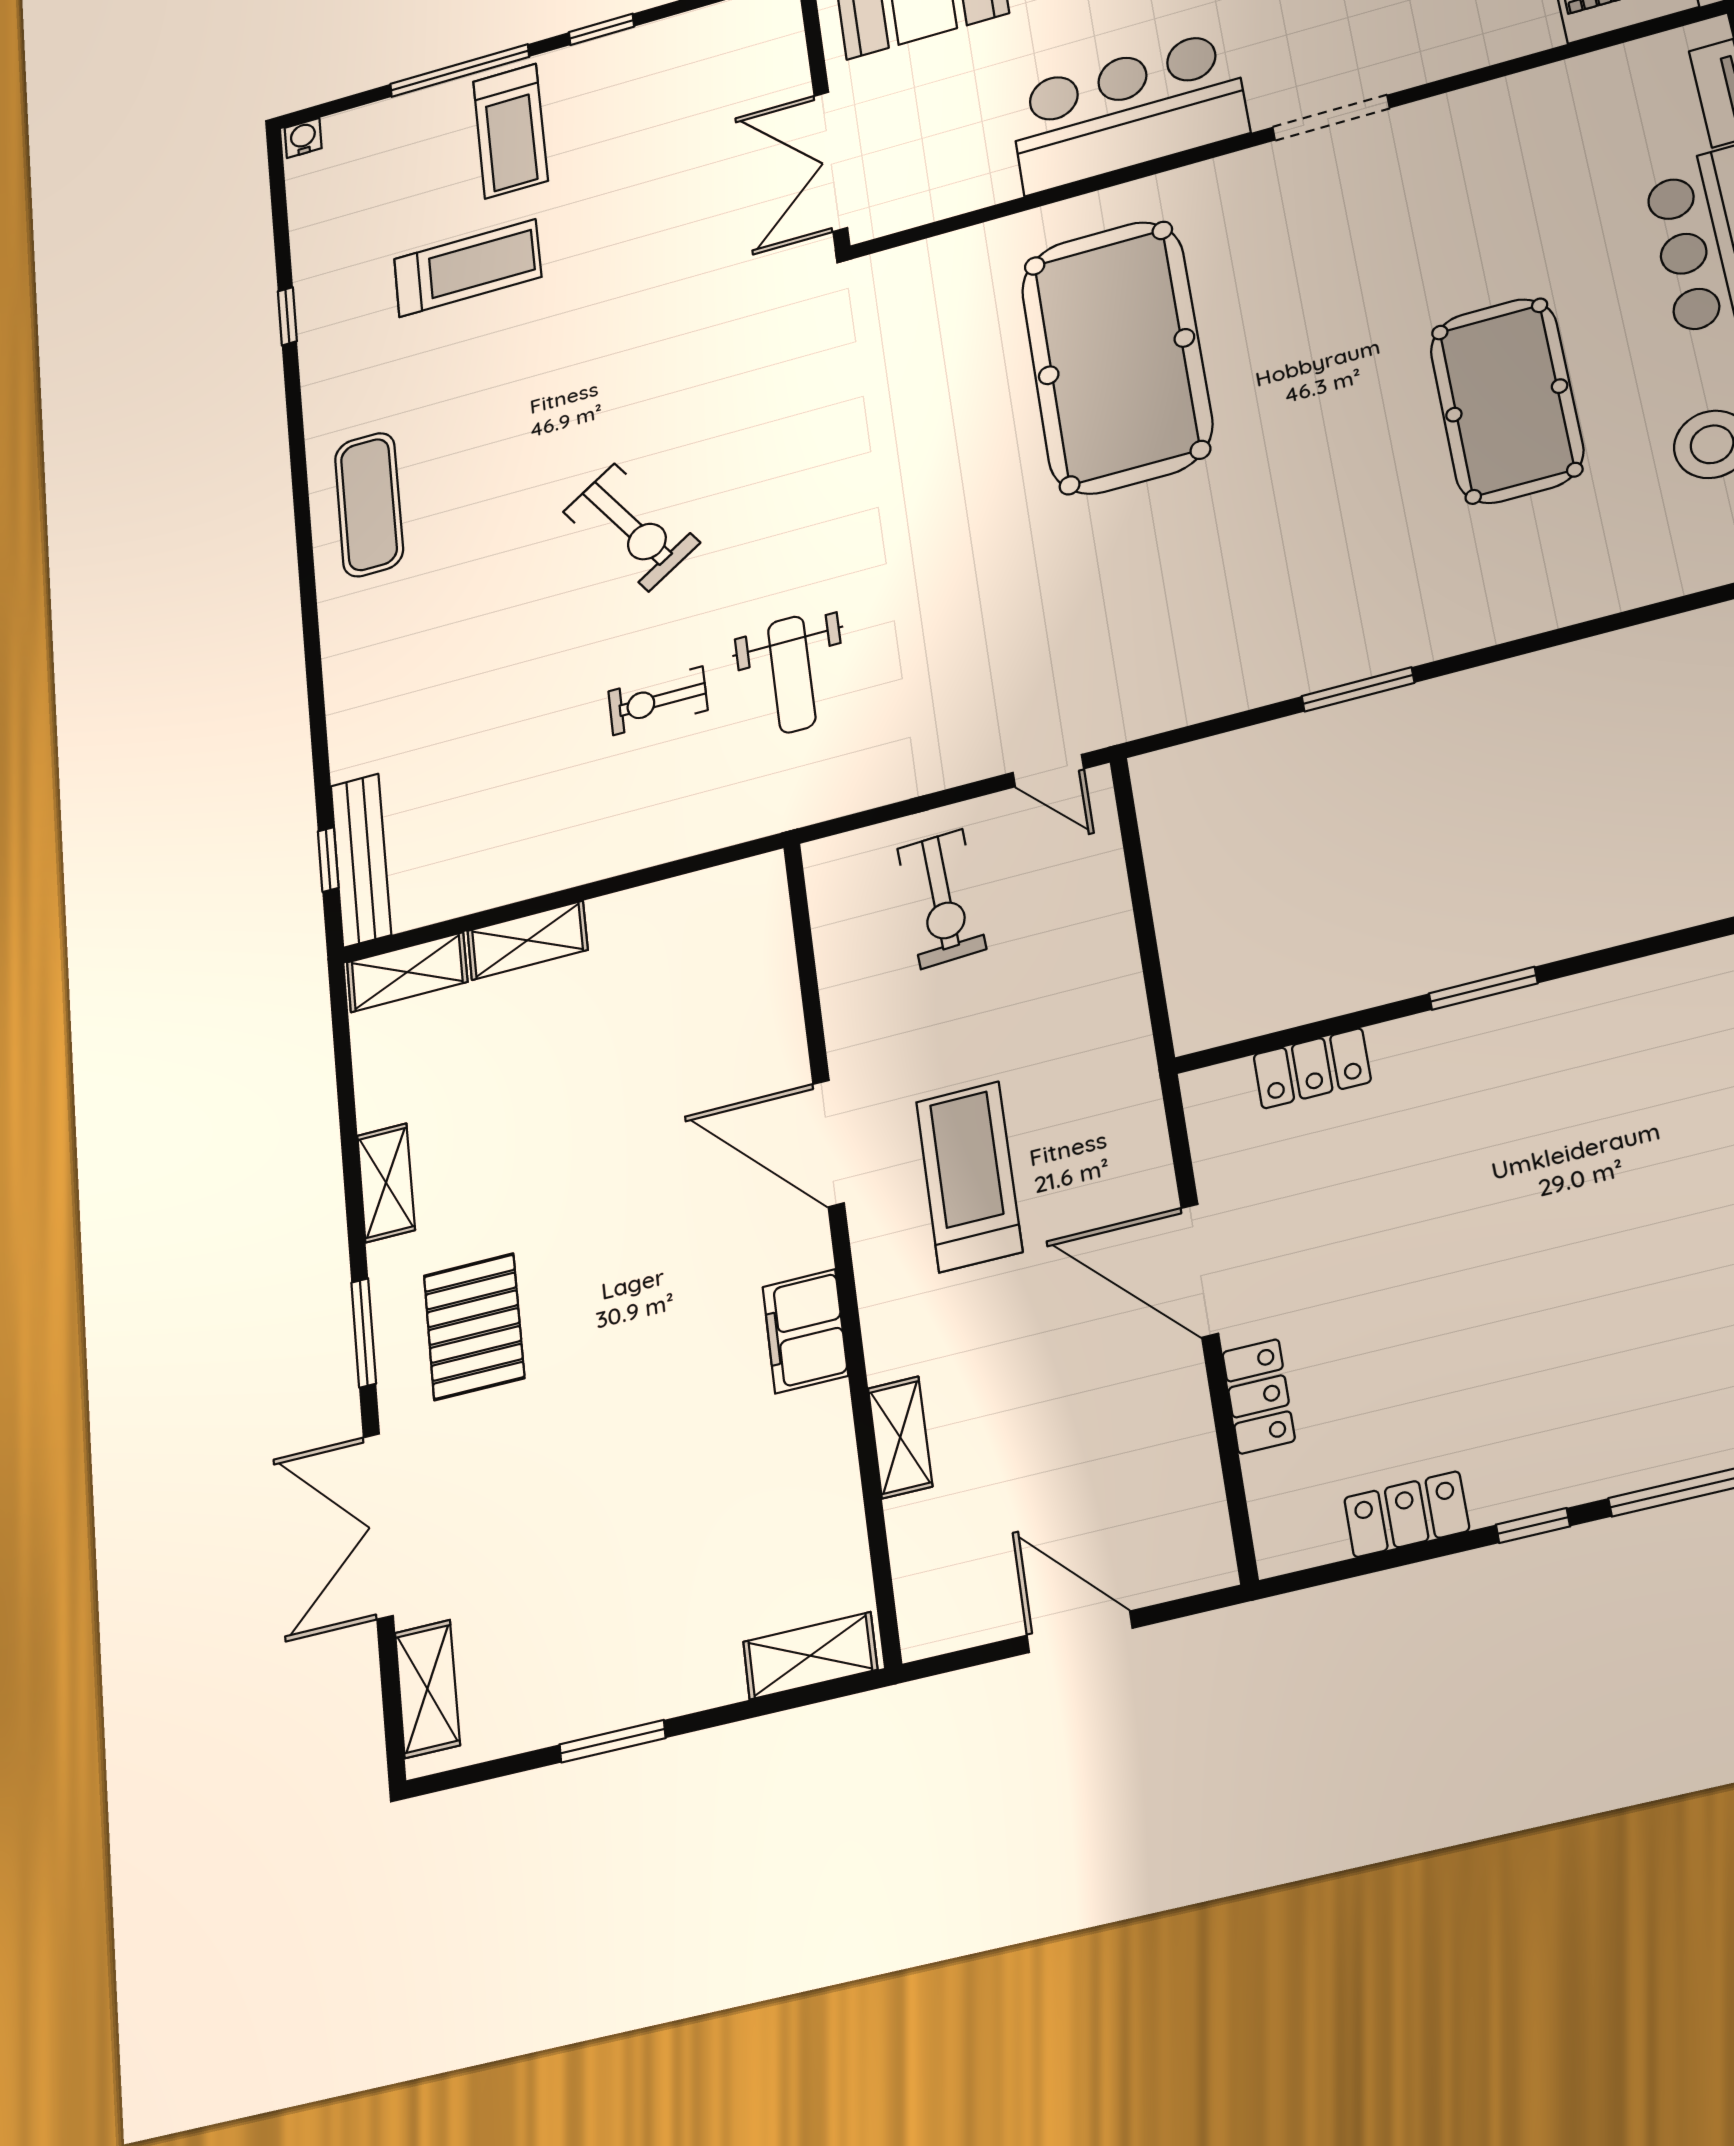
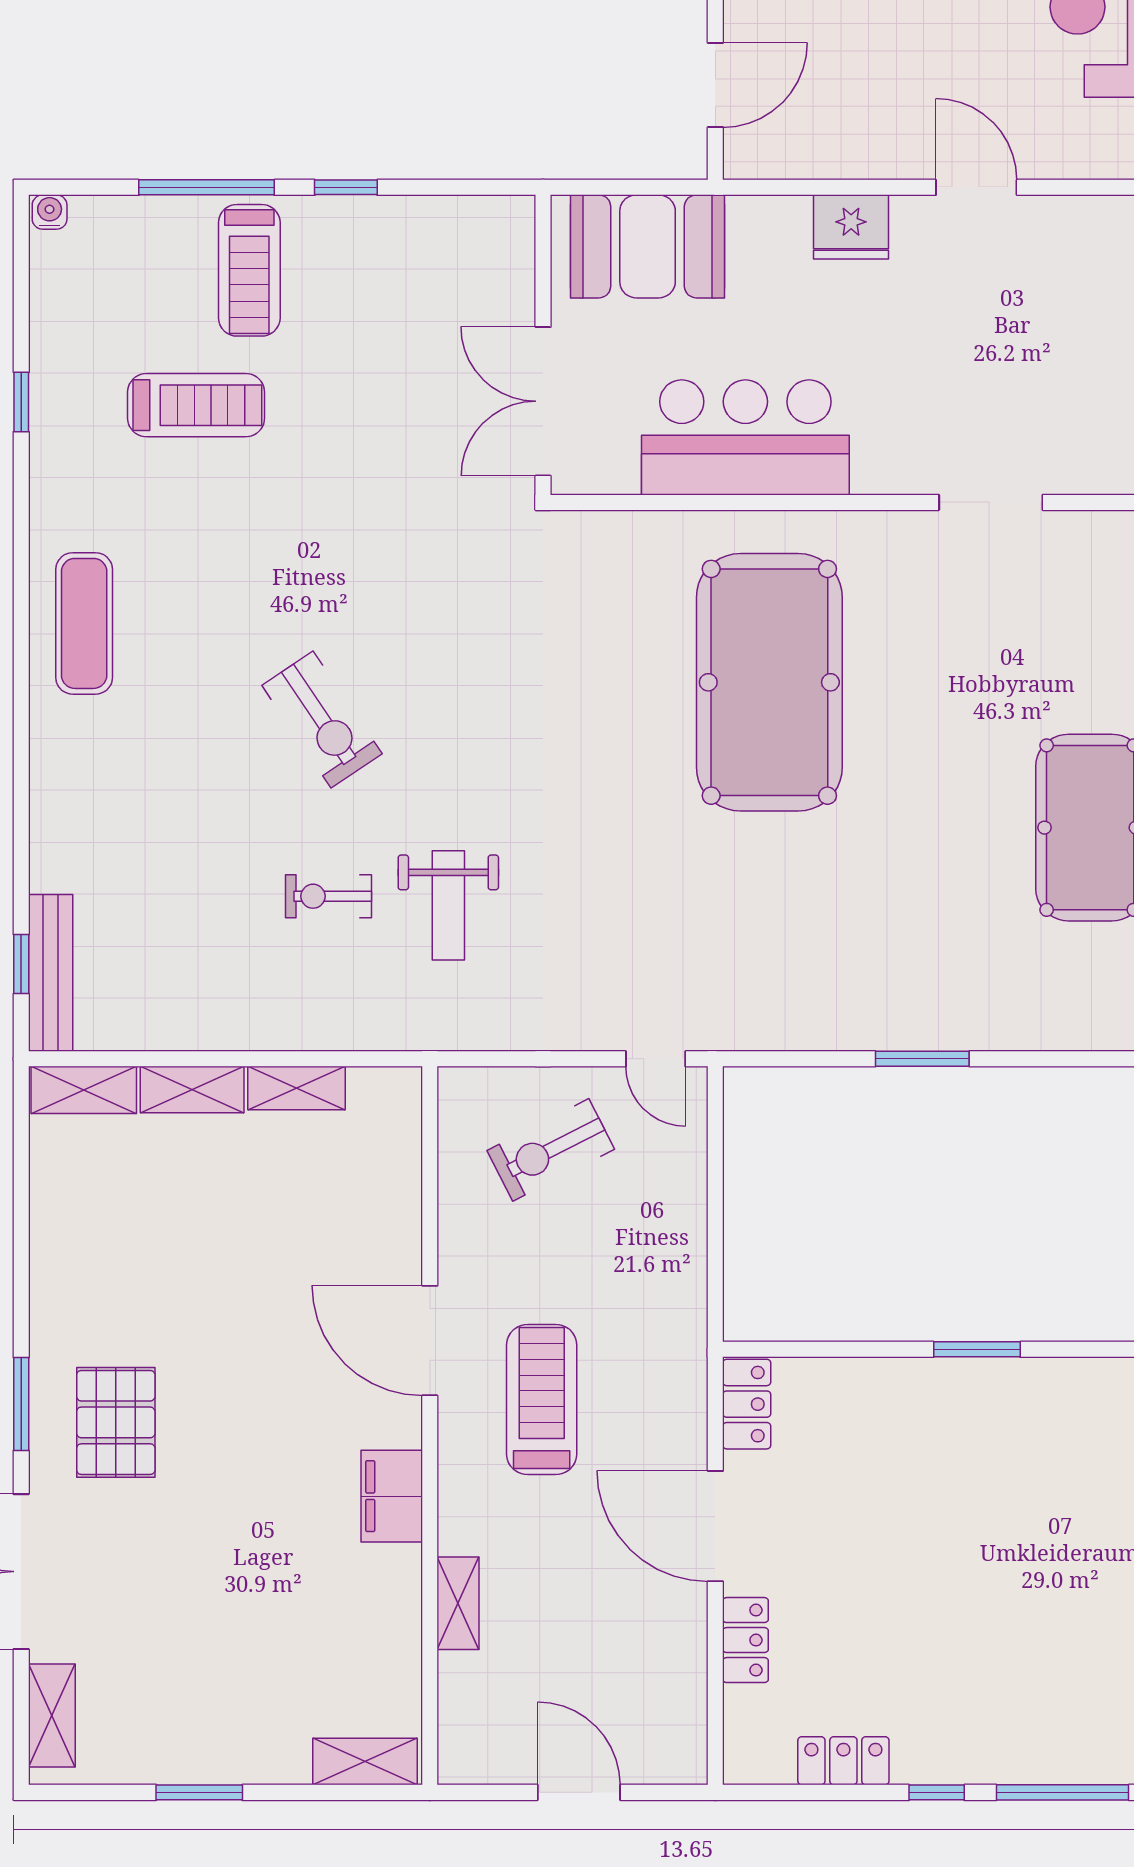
bar counter: (1128, 112) -> (745, 437), moved
exercise bike: (942, 899) -> (551, 1150), turned 66
locker: (1312, 1068) -> (747, 1404), moved, turned -90
shelving: (386, 1183) -> (297, 1088), moved, turned 90

